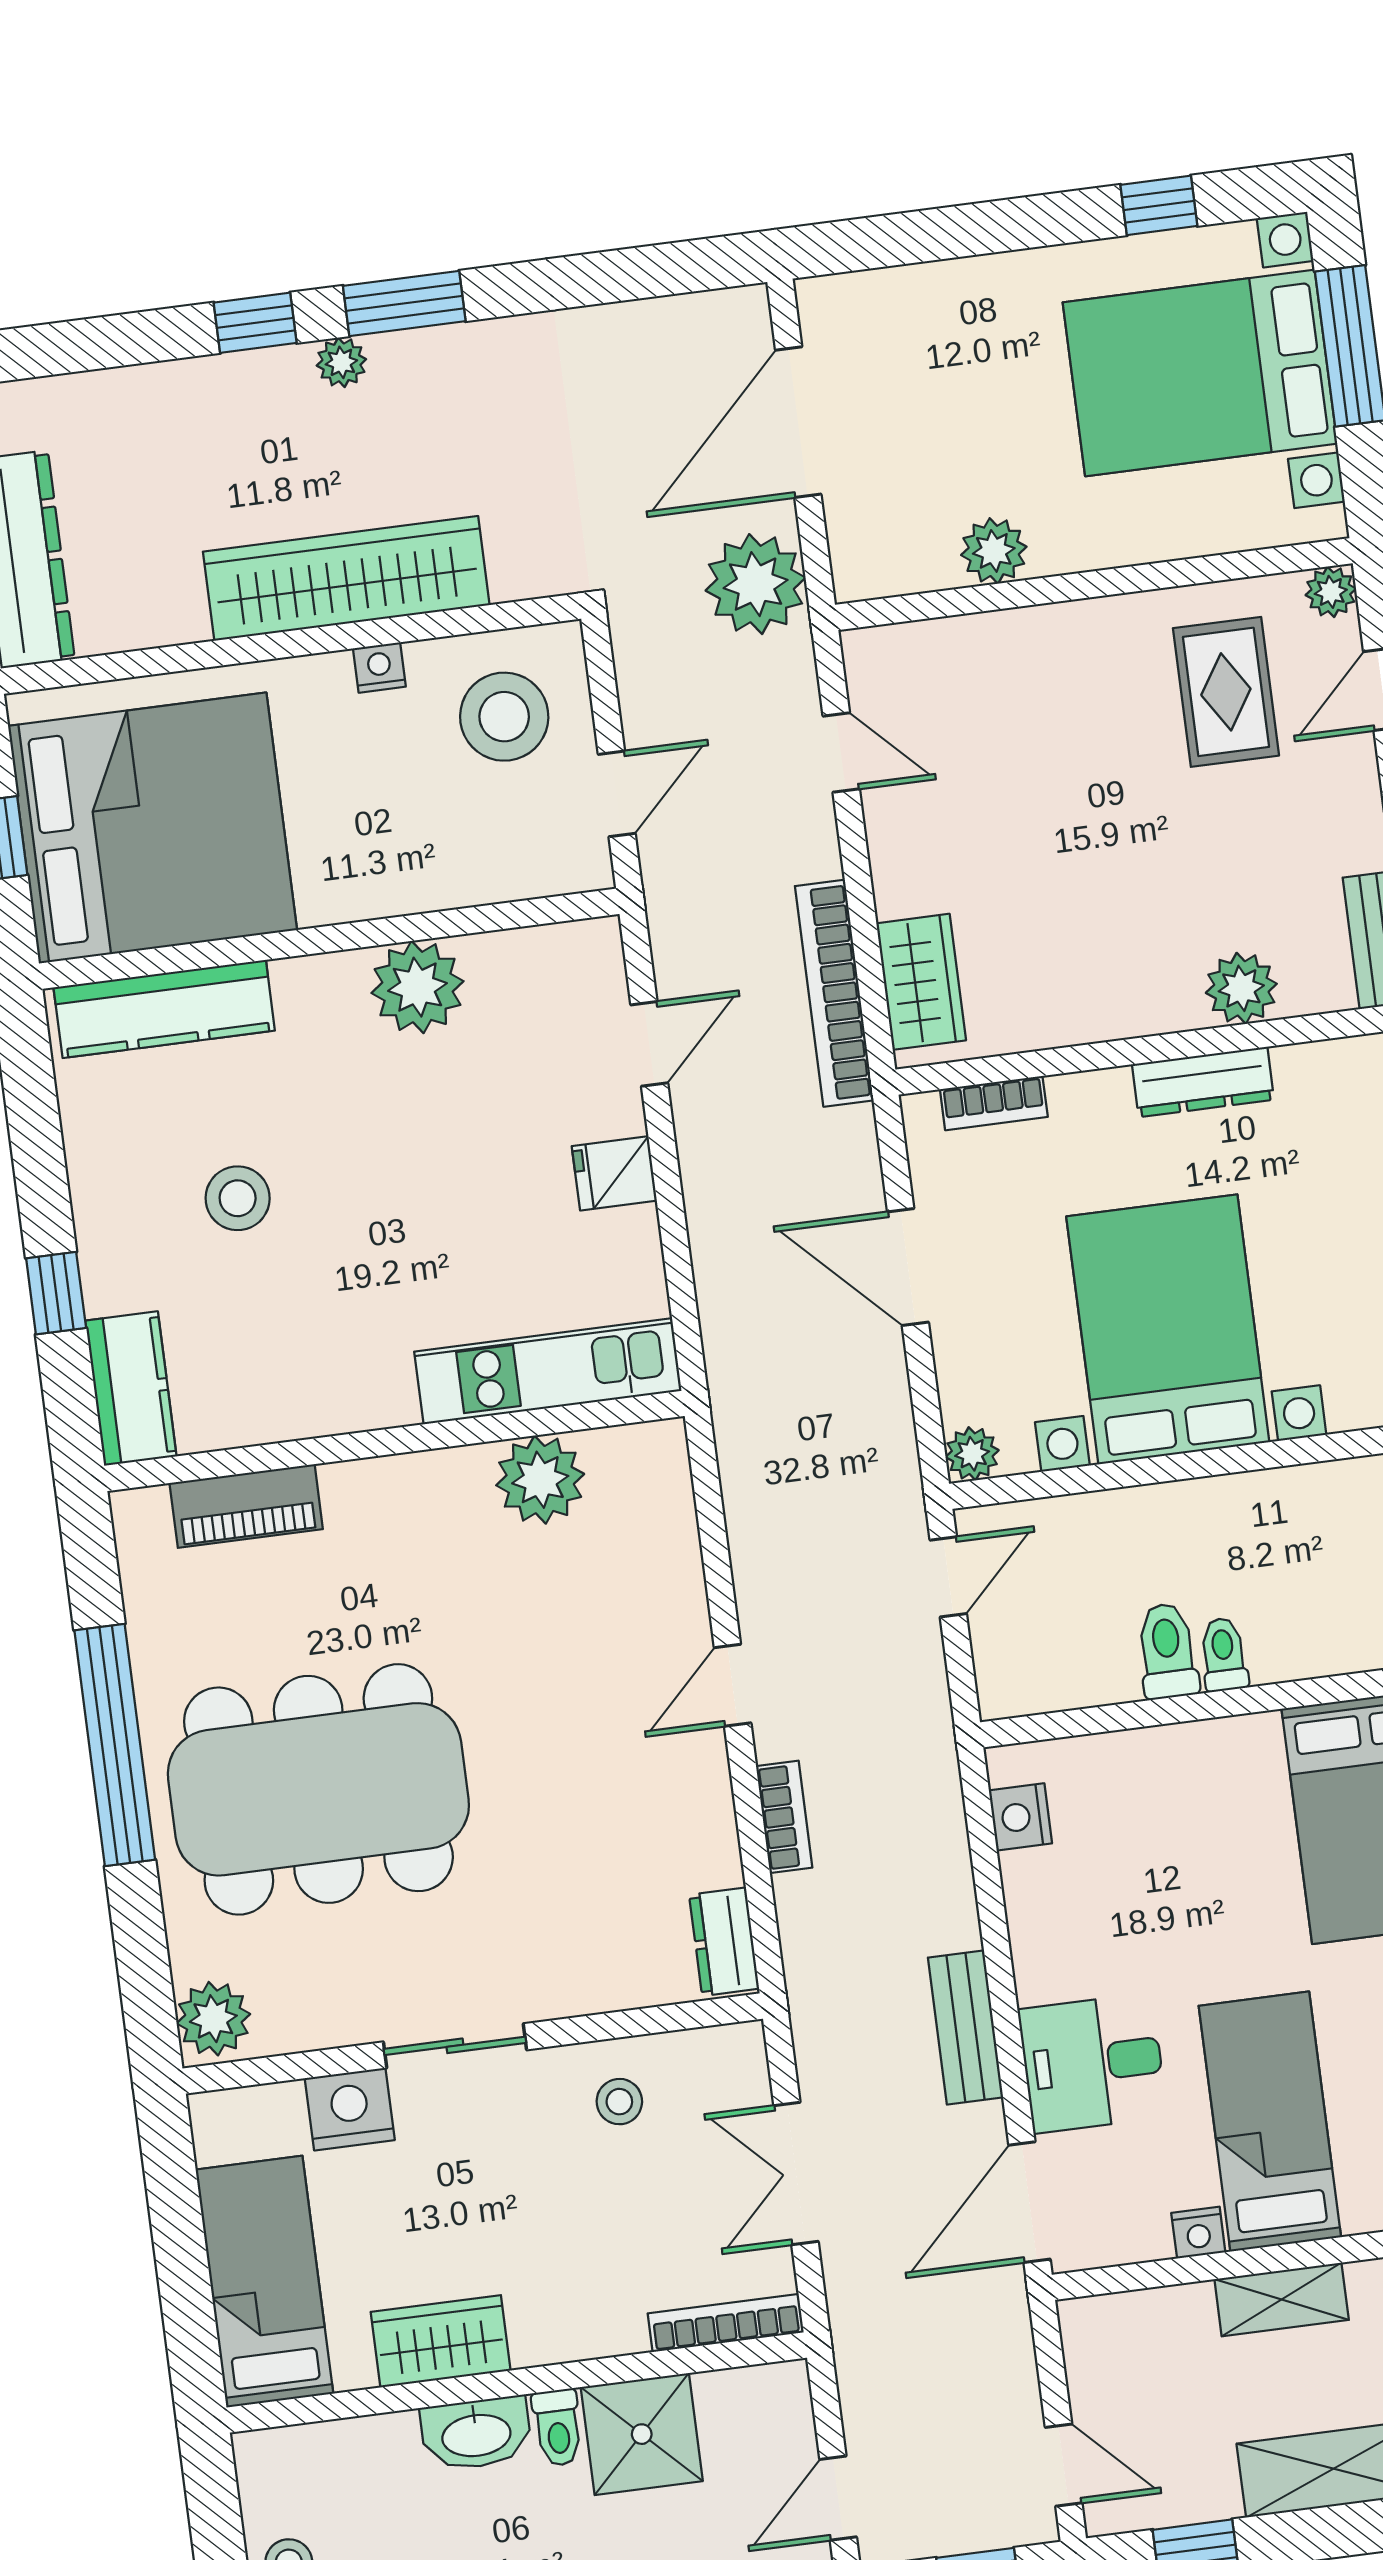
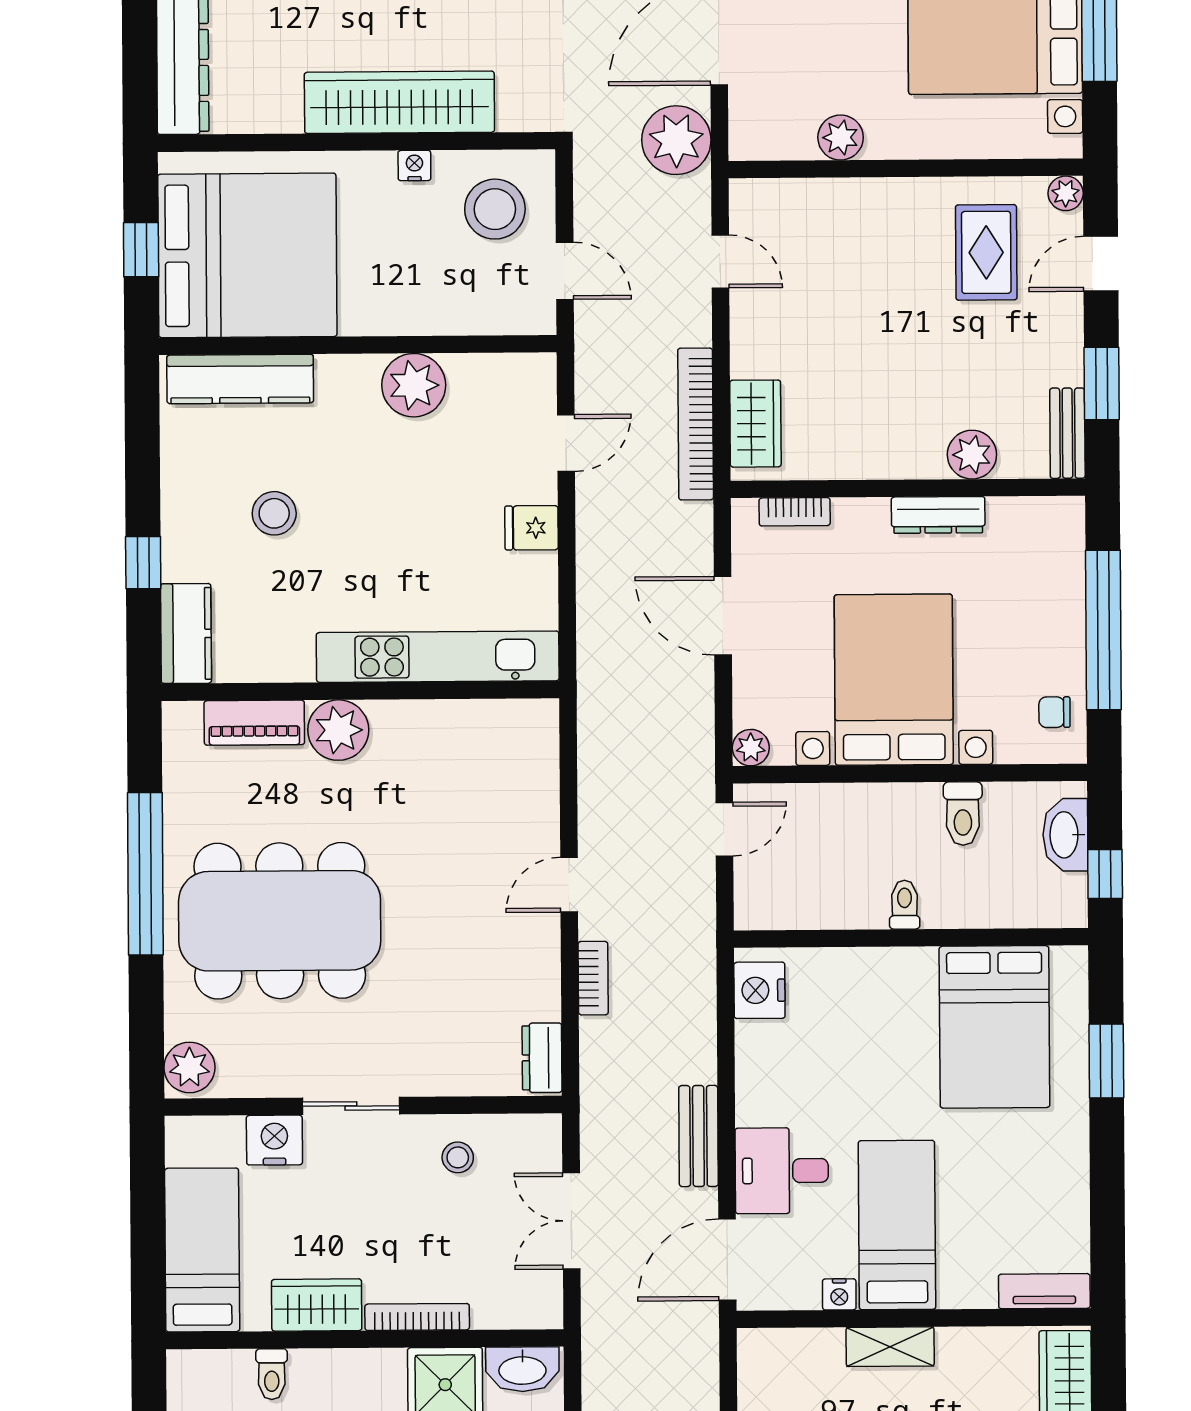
door: (617, 794) -> (565, 271), hinge flipped
kitchen unit: (548, 1371) -> (438, 657), width x1.36
plant: (540, 1480) -> (338, 730), moved
toilet: (1167, 1651) -> (963, 814), moved, turned 180
nightstand: (1020, 1817) -> (759, 990), width x1.36, depth x1.33
bookcase: (726, 2323) -> (417, 1317), moved
toilet: (558, 2428) -> (272, 1374), moved
washbasin: (476, 2434) -> (522, 1369), moved

